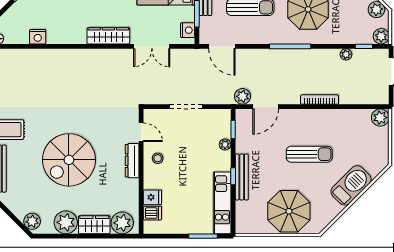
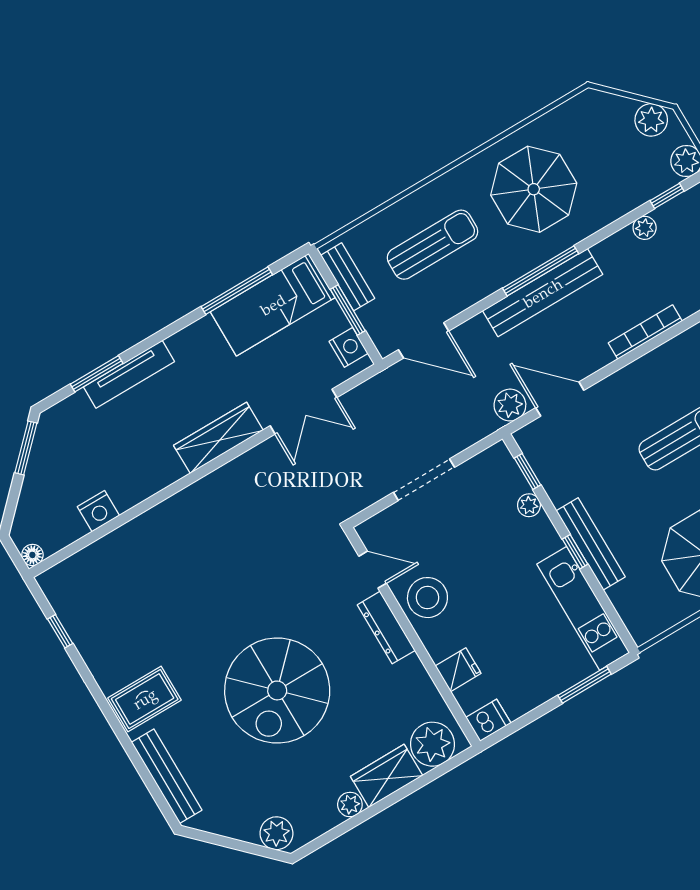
bench: (285, 56) -> (543, 293), added
door: (266, 107) -> (560, 399), swing flipped
stool: (158, 158) -> (427, 598), width x1.89, depth x1.89
dishwasher: (152, 213) -> (488, 720), moved
plant: (66, 222) -> (350, 804), width x0.53, depth x0.53

